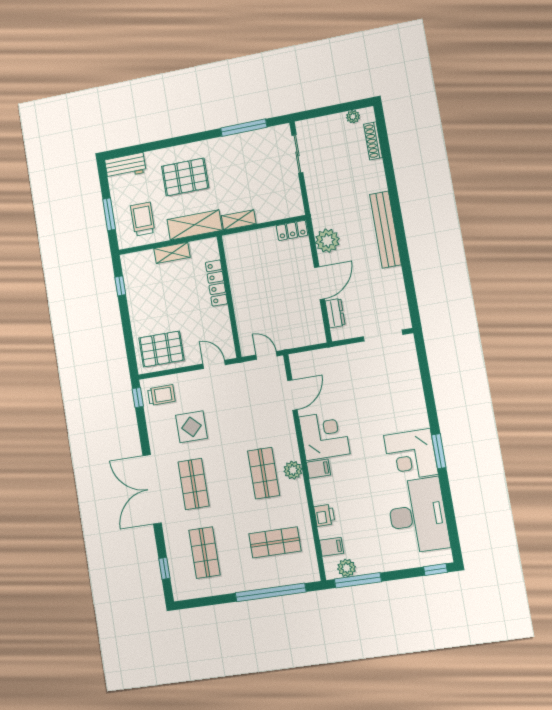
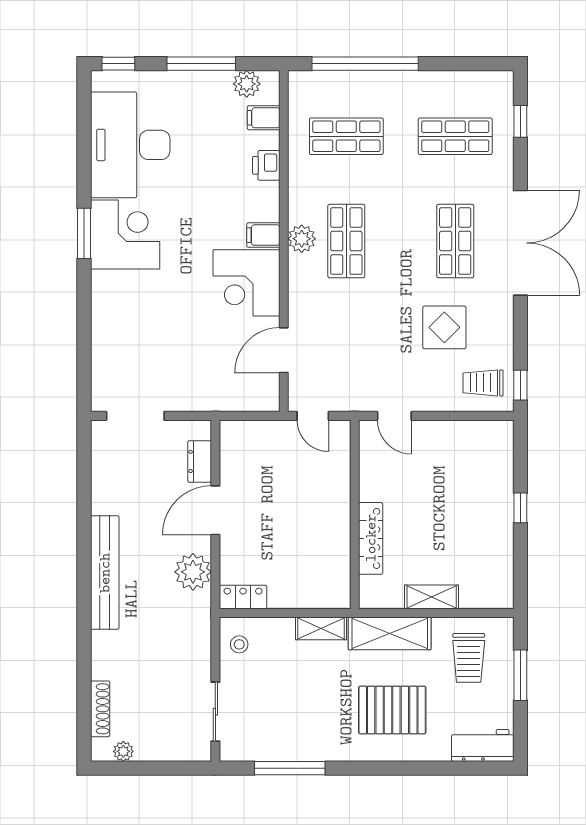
stool: (289, 200) -> (239, 644), added
window: (120, 286) -> (520, 508), moved
pallet: (161, 349) -> (472, 453), removed
shop shelf: (204, 553) -> (455, 136), turned 90
window: (358, 580) -> (201, 64), moved

